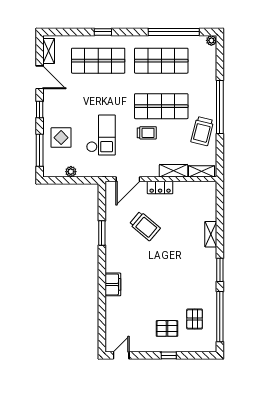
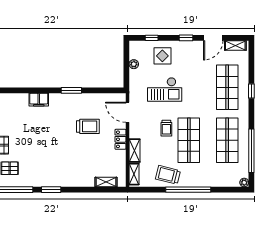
window: (40, 150) -> (152, 38), width x0.46
trolley: (145, 226) -> (88, 126), turned -130
window: (102, 233) -> (71, 90), moved
shelving: (211, 234) -> (106, 182), moved

